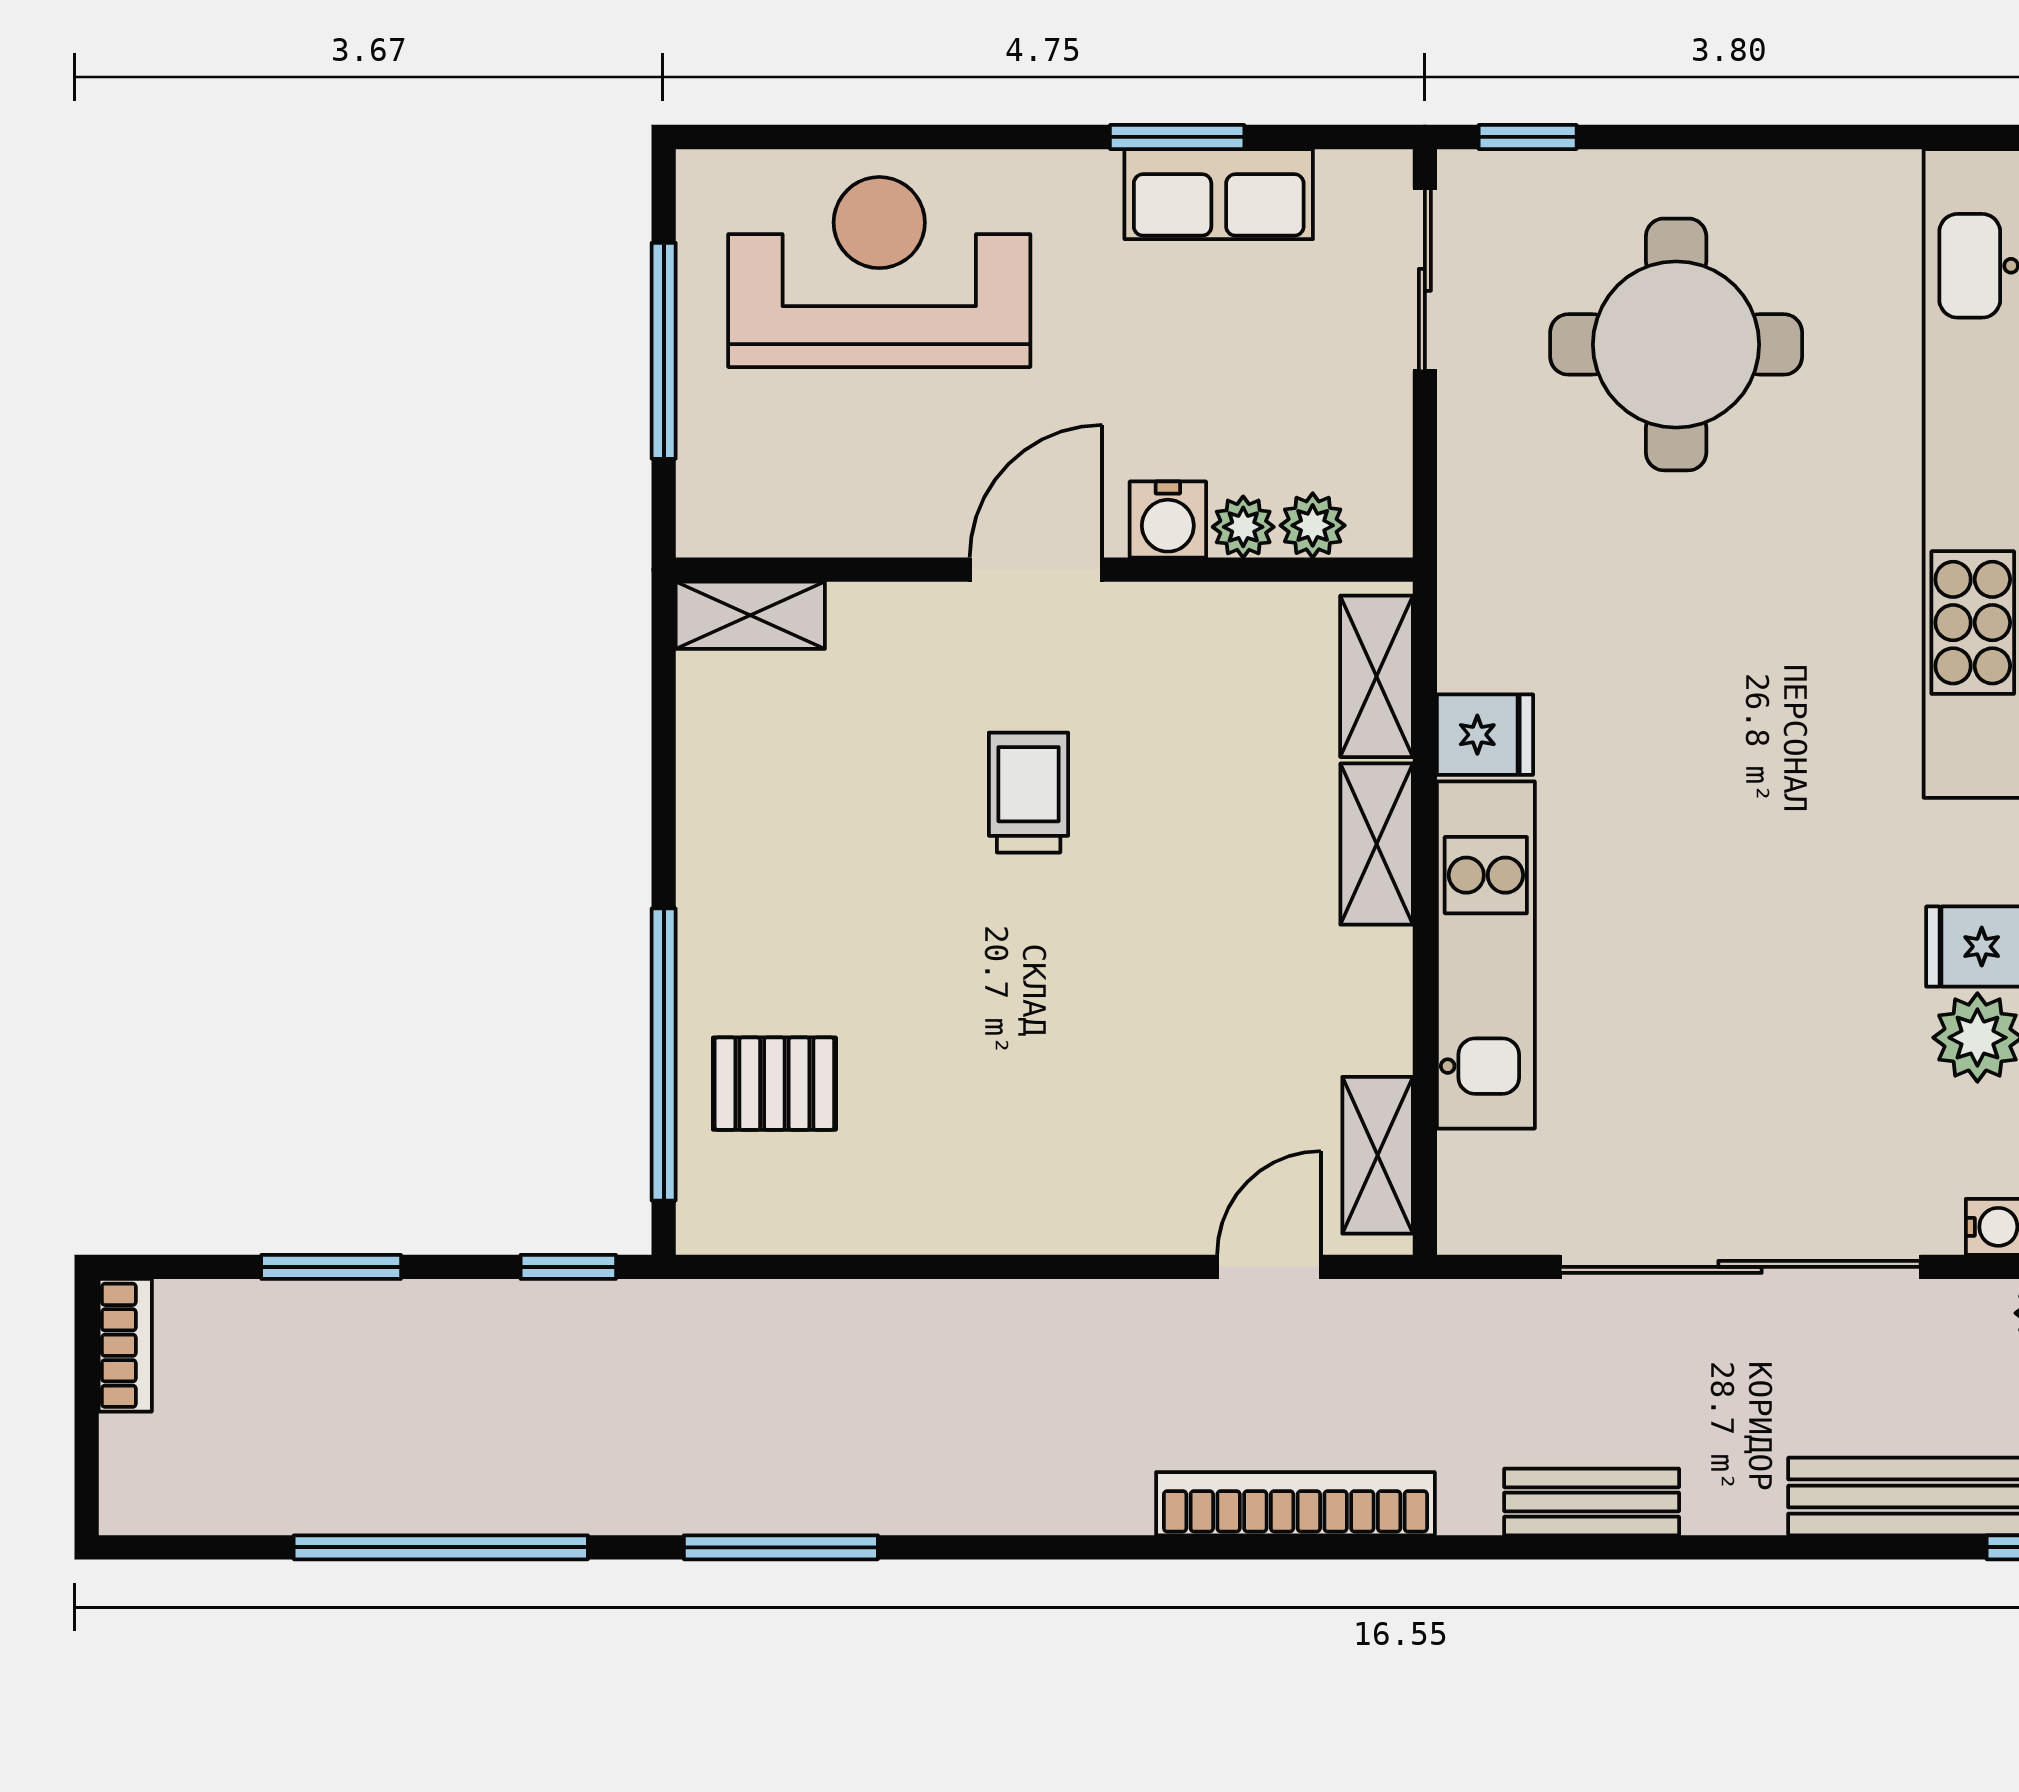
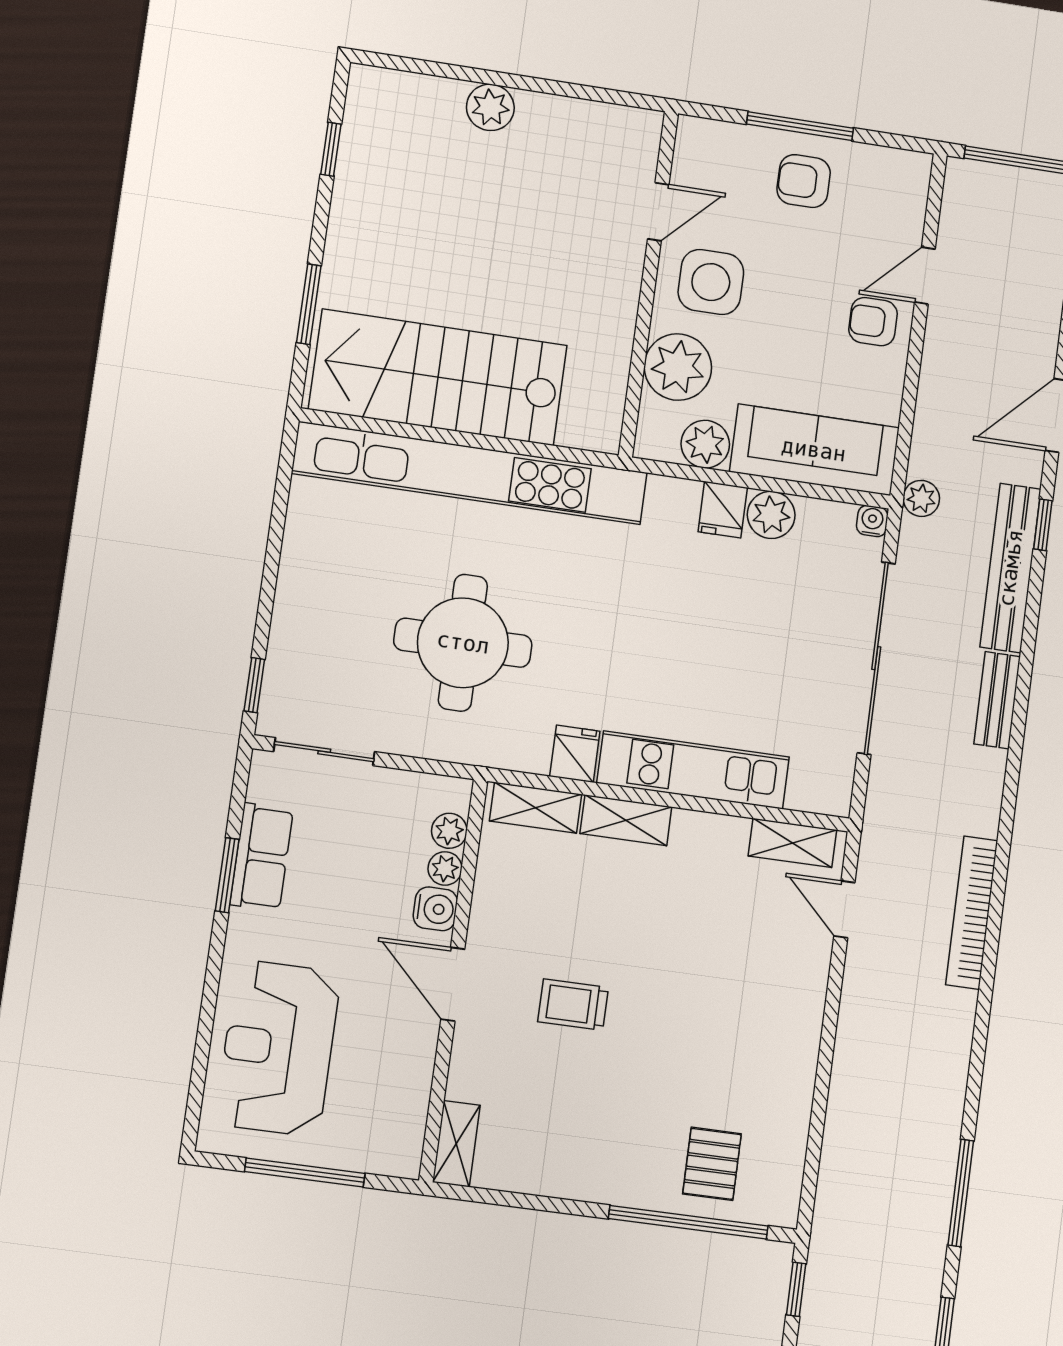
round table: (1676, 344) -> (463, 643), moved
bench: (1592, 1502) -> (997, 700), moved

